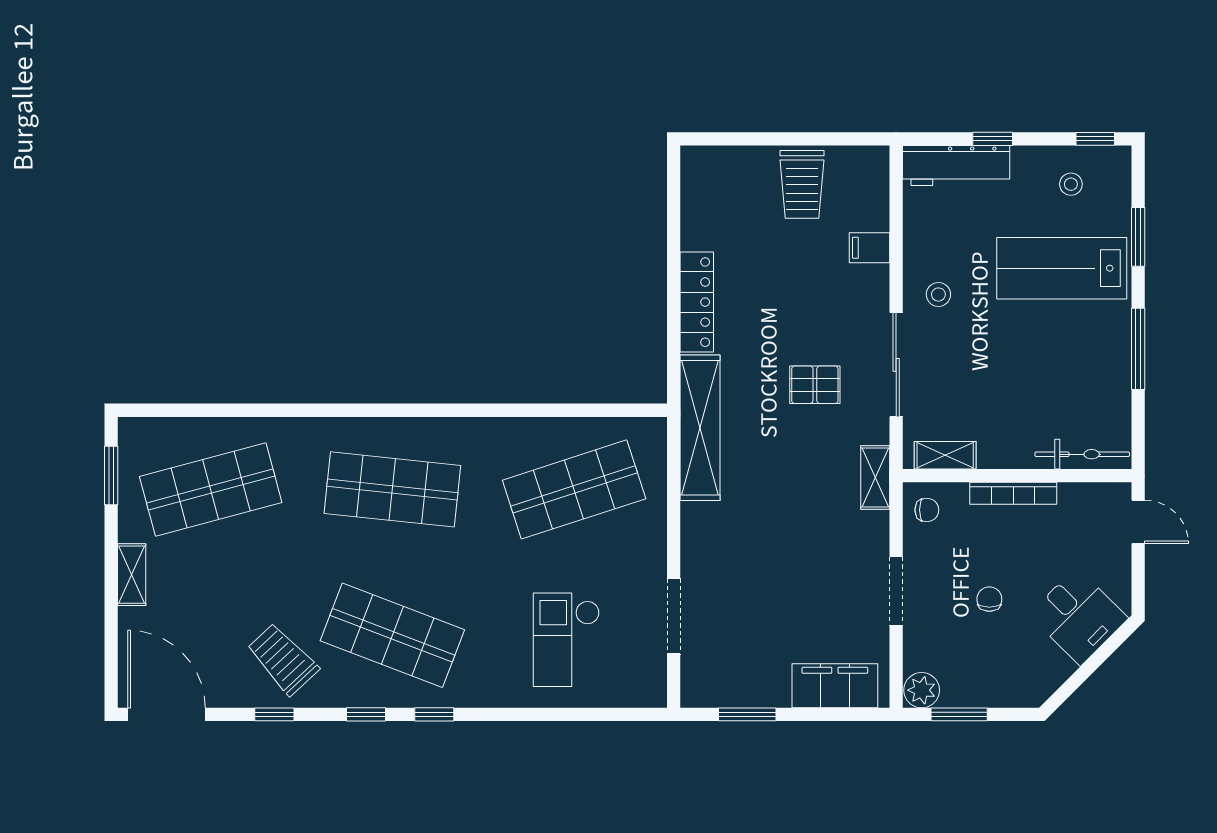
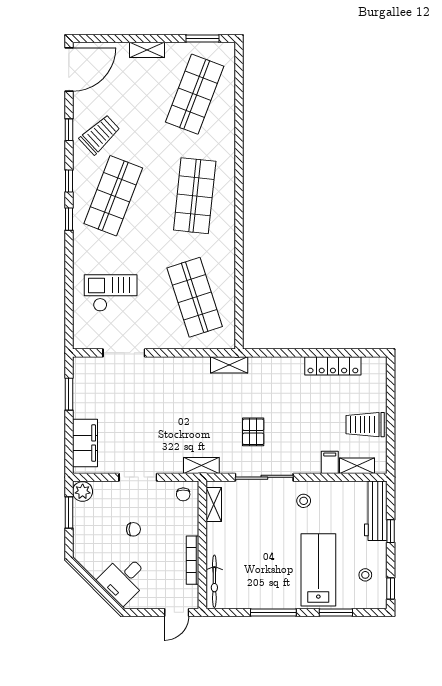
shelving: (876, 199) -> (357, 466), added
locker: (697, 302) -> (333, 366), moved
shelving: (700, 428) -> (229, 365), width x0.45, depth x0.75
shop shelf: (211, 489) -> (195, 94), turned 36
bookcase: (1013, 493) -> (193, 560), moved

